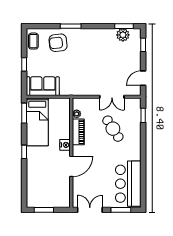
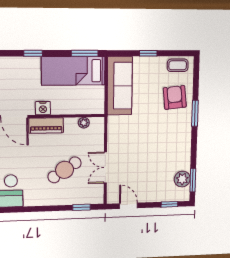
sofa: (43, 86) -> (120, 86), width x1.36
piano: (78, 132) -> (46, 125), moved

